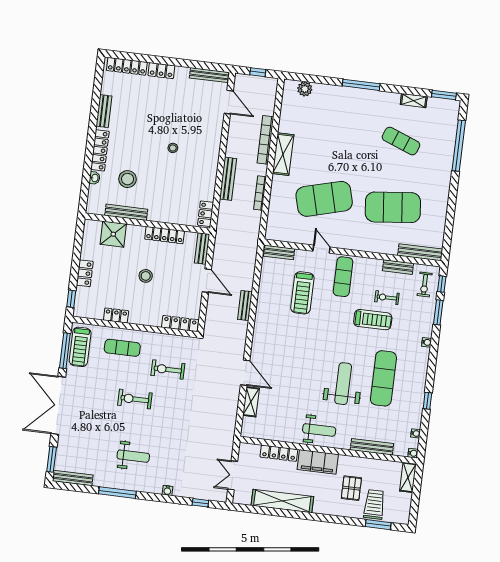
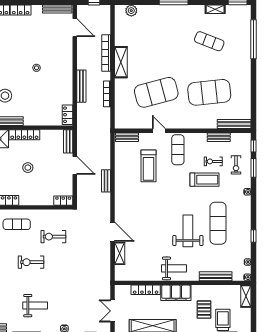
locker: (165, 235) -> (24, 135), moved
exercise bike: (425, 284) -> (236, 165), moved
locker: (180, 324) -> (63, 201), width x0.66

